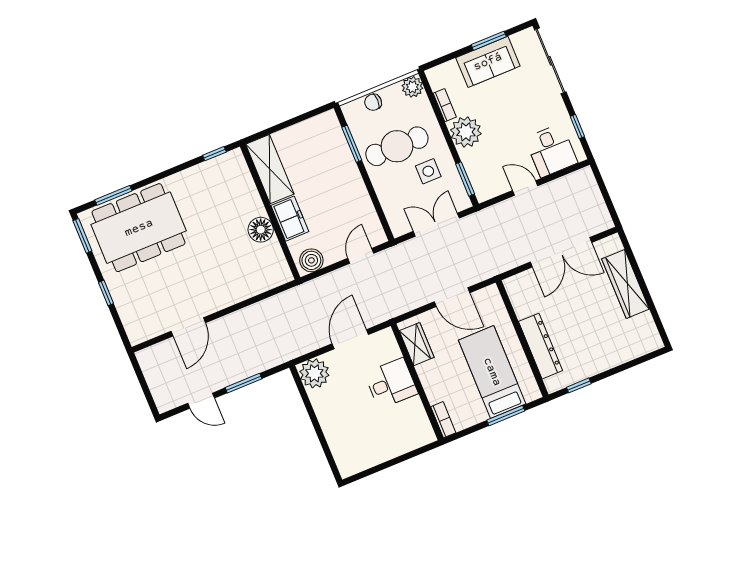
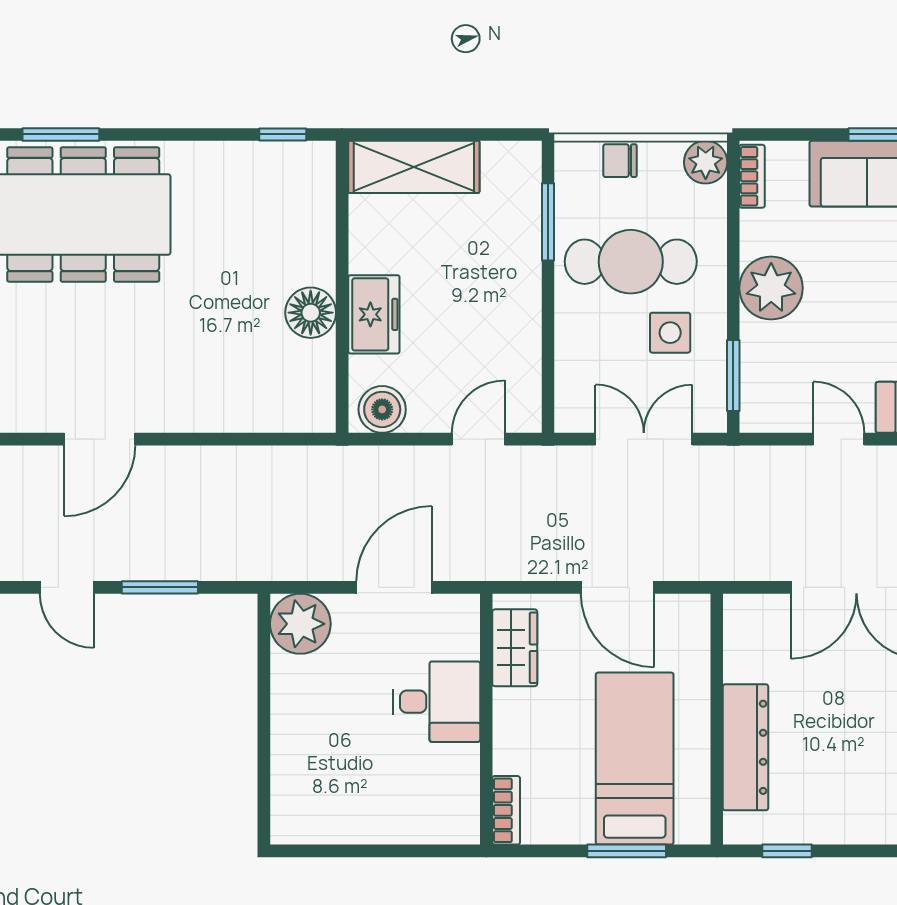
bookcase: (445, 105) -> (752, 176), moved
shelving: (270, 169) -> (414, 167), moved, turned 90

